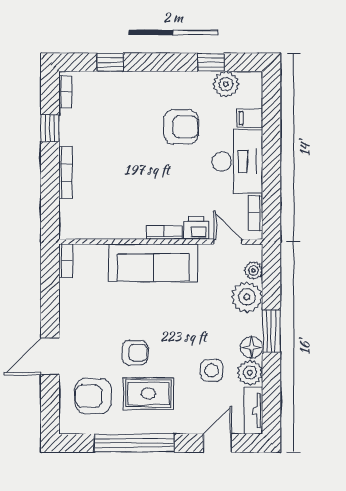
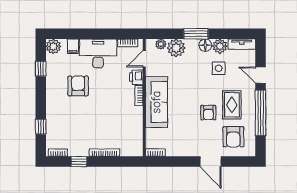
plant: (226, 84) -> (53, 46), moved
armchair: (135, 353) -> (208, 113), turned 180
door: (218, 443) -> (261, 75), moved

